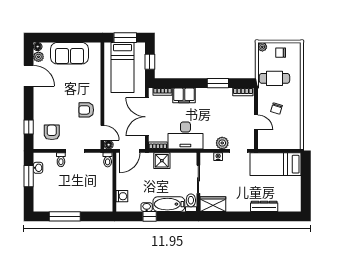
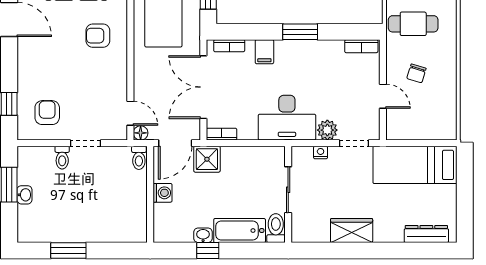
window: (218, 83) -> (300, 32), moved
filing cabinet: (184, 95) -> (264, 52), width x0.50
armchair: (86, 110) -> (98, 36), moved
desk: (185, 135) -> (287, 118), moved
shower: (162, 161) -> (207, 159), moved
washbasin: (38, 168) -> (24, 195), moved
washing machine: (122, 196) -> (163, 193), moved
wardrobe: (213, 204) -> (352, 231), moved
dresser: (264, 206) -> (426, 234), moved
window: (65, 216) -> (68, 251), width x0.69

